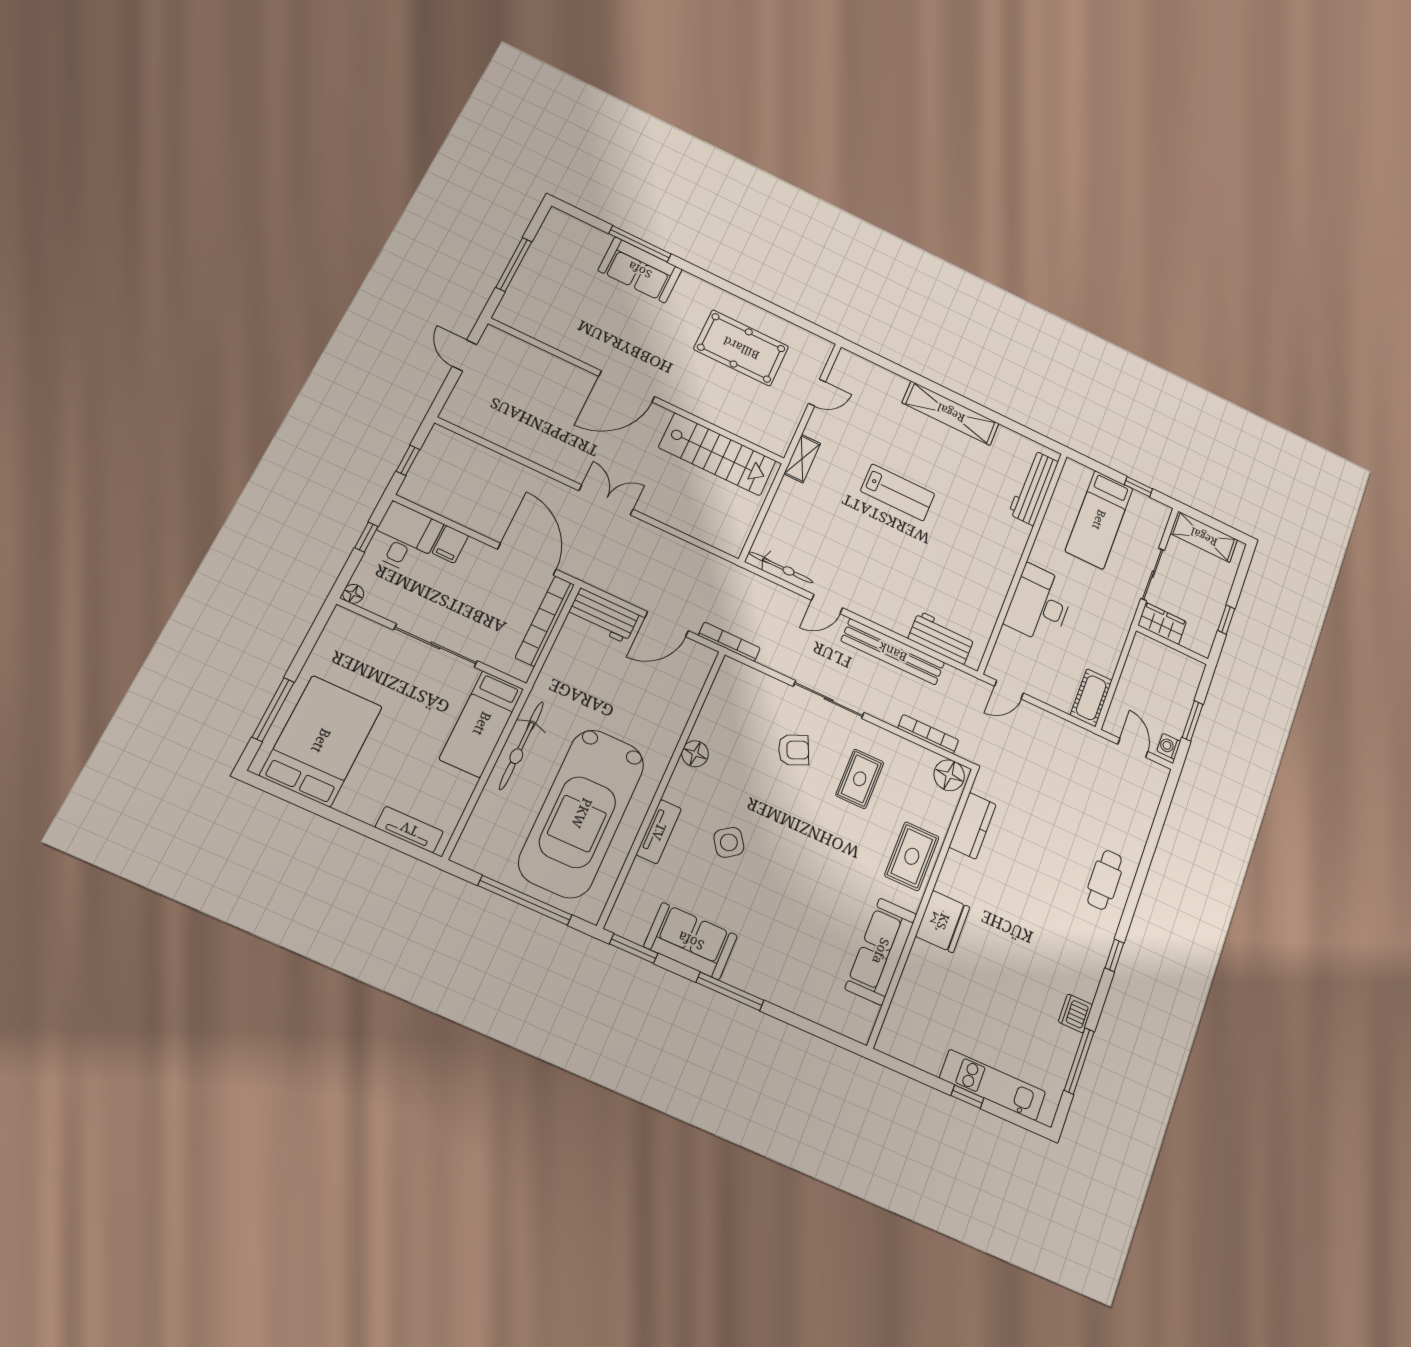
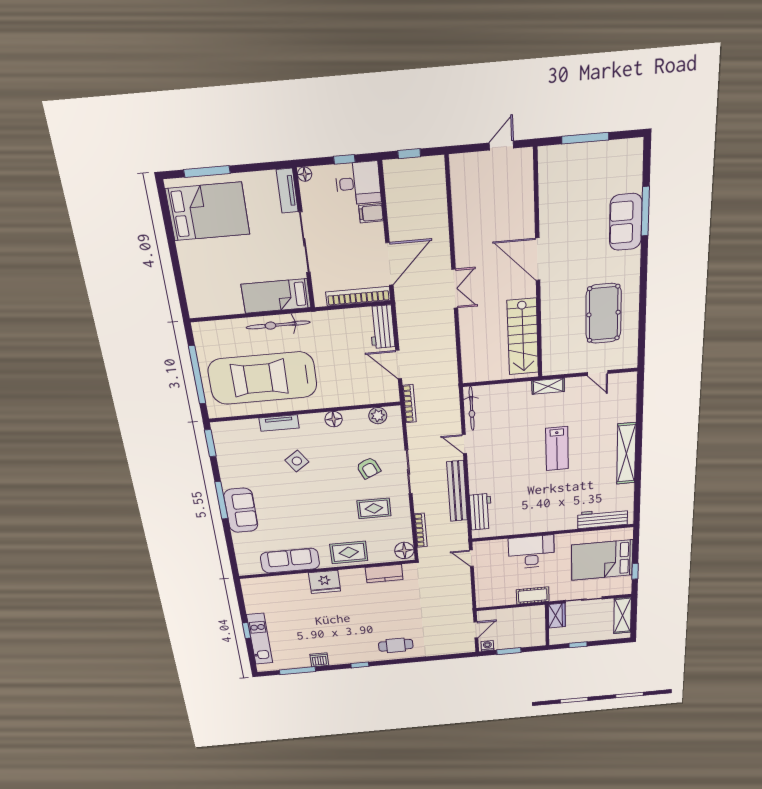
bed: (1099, 520) -> (602, 560), width x1.50
plant: (723, 692) -> (378, 416), added
cot: (1091, 698) -> (533, 595), moved
tv unit: (409, 829) -> (287, 191), moved, turned 180
sofa: (691, 941) -> (241, 510), moved

